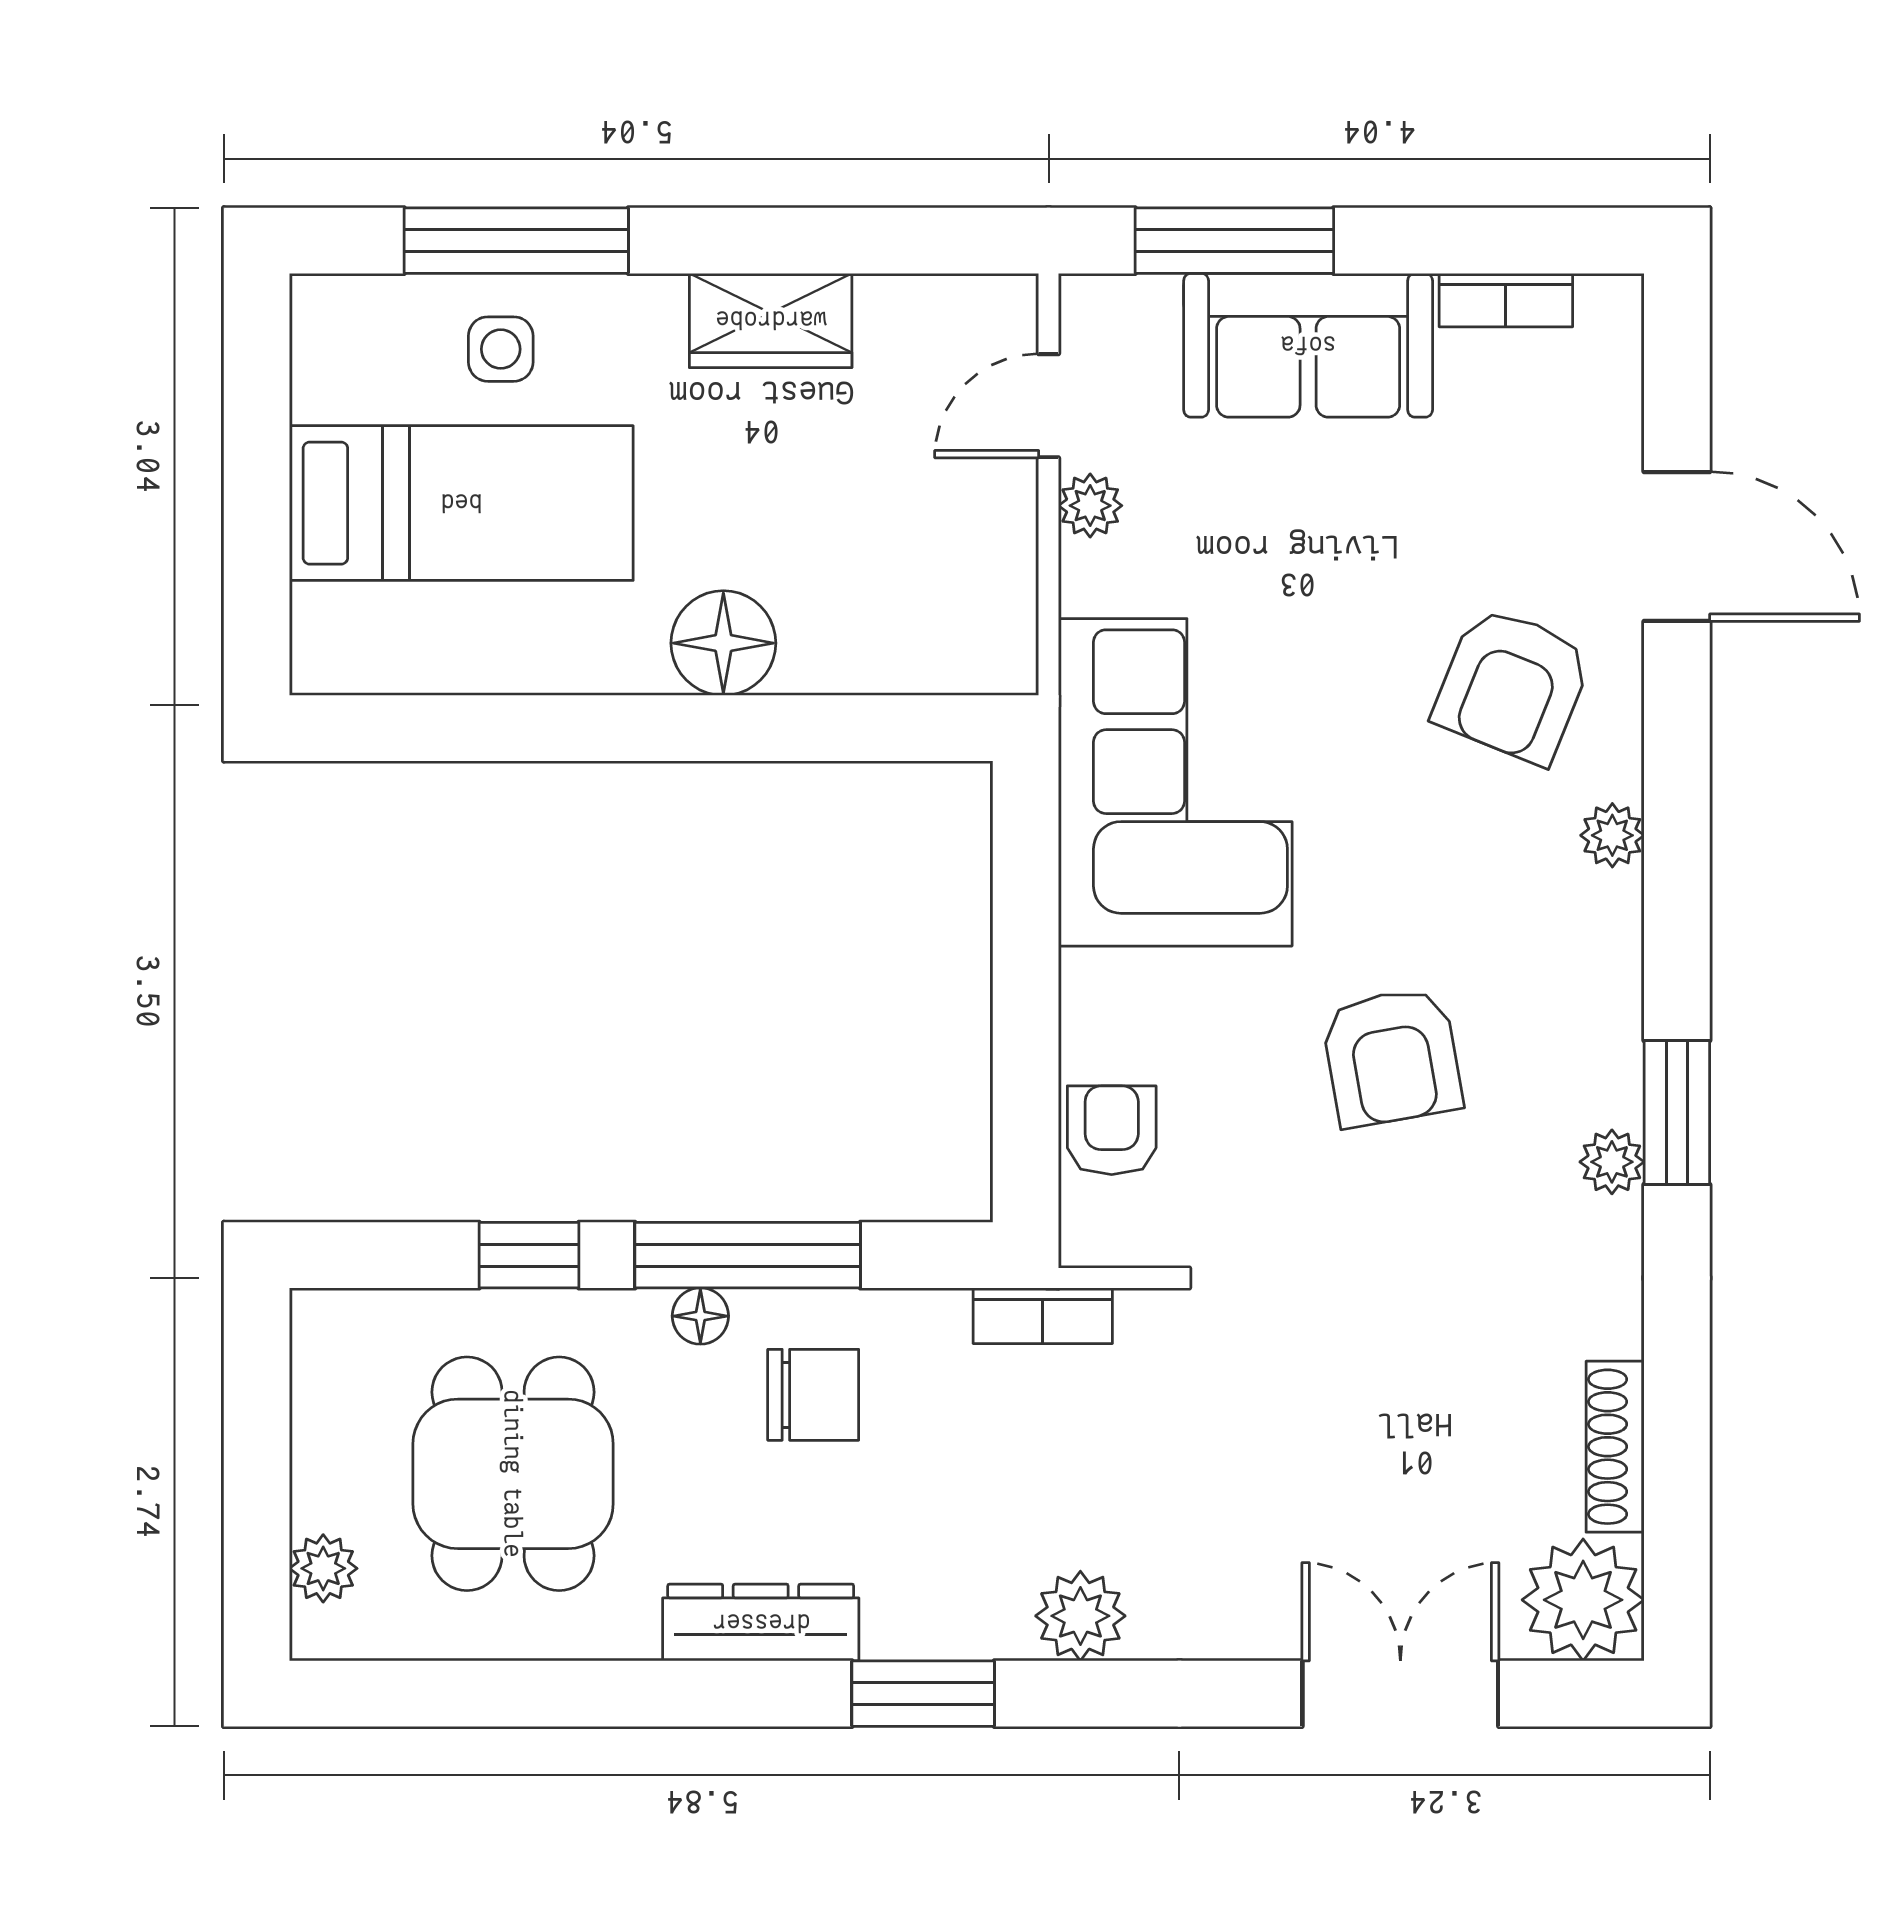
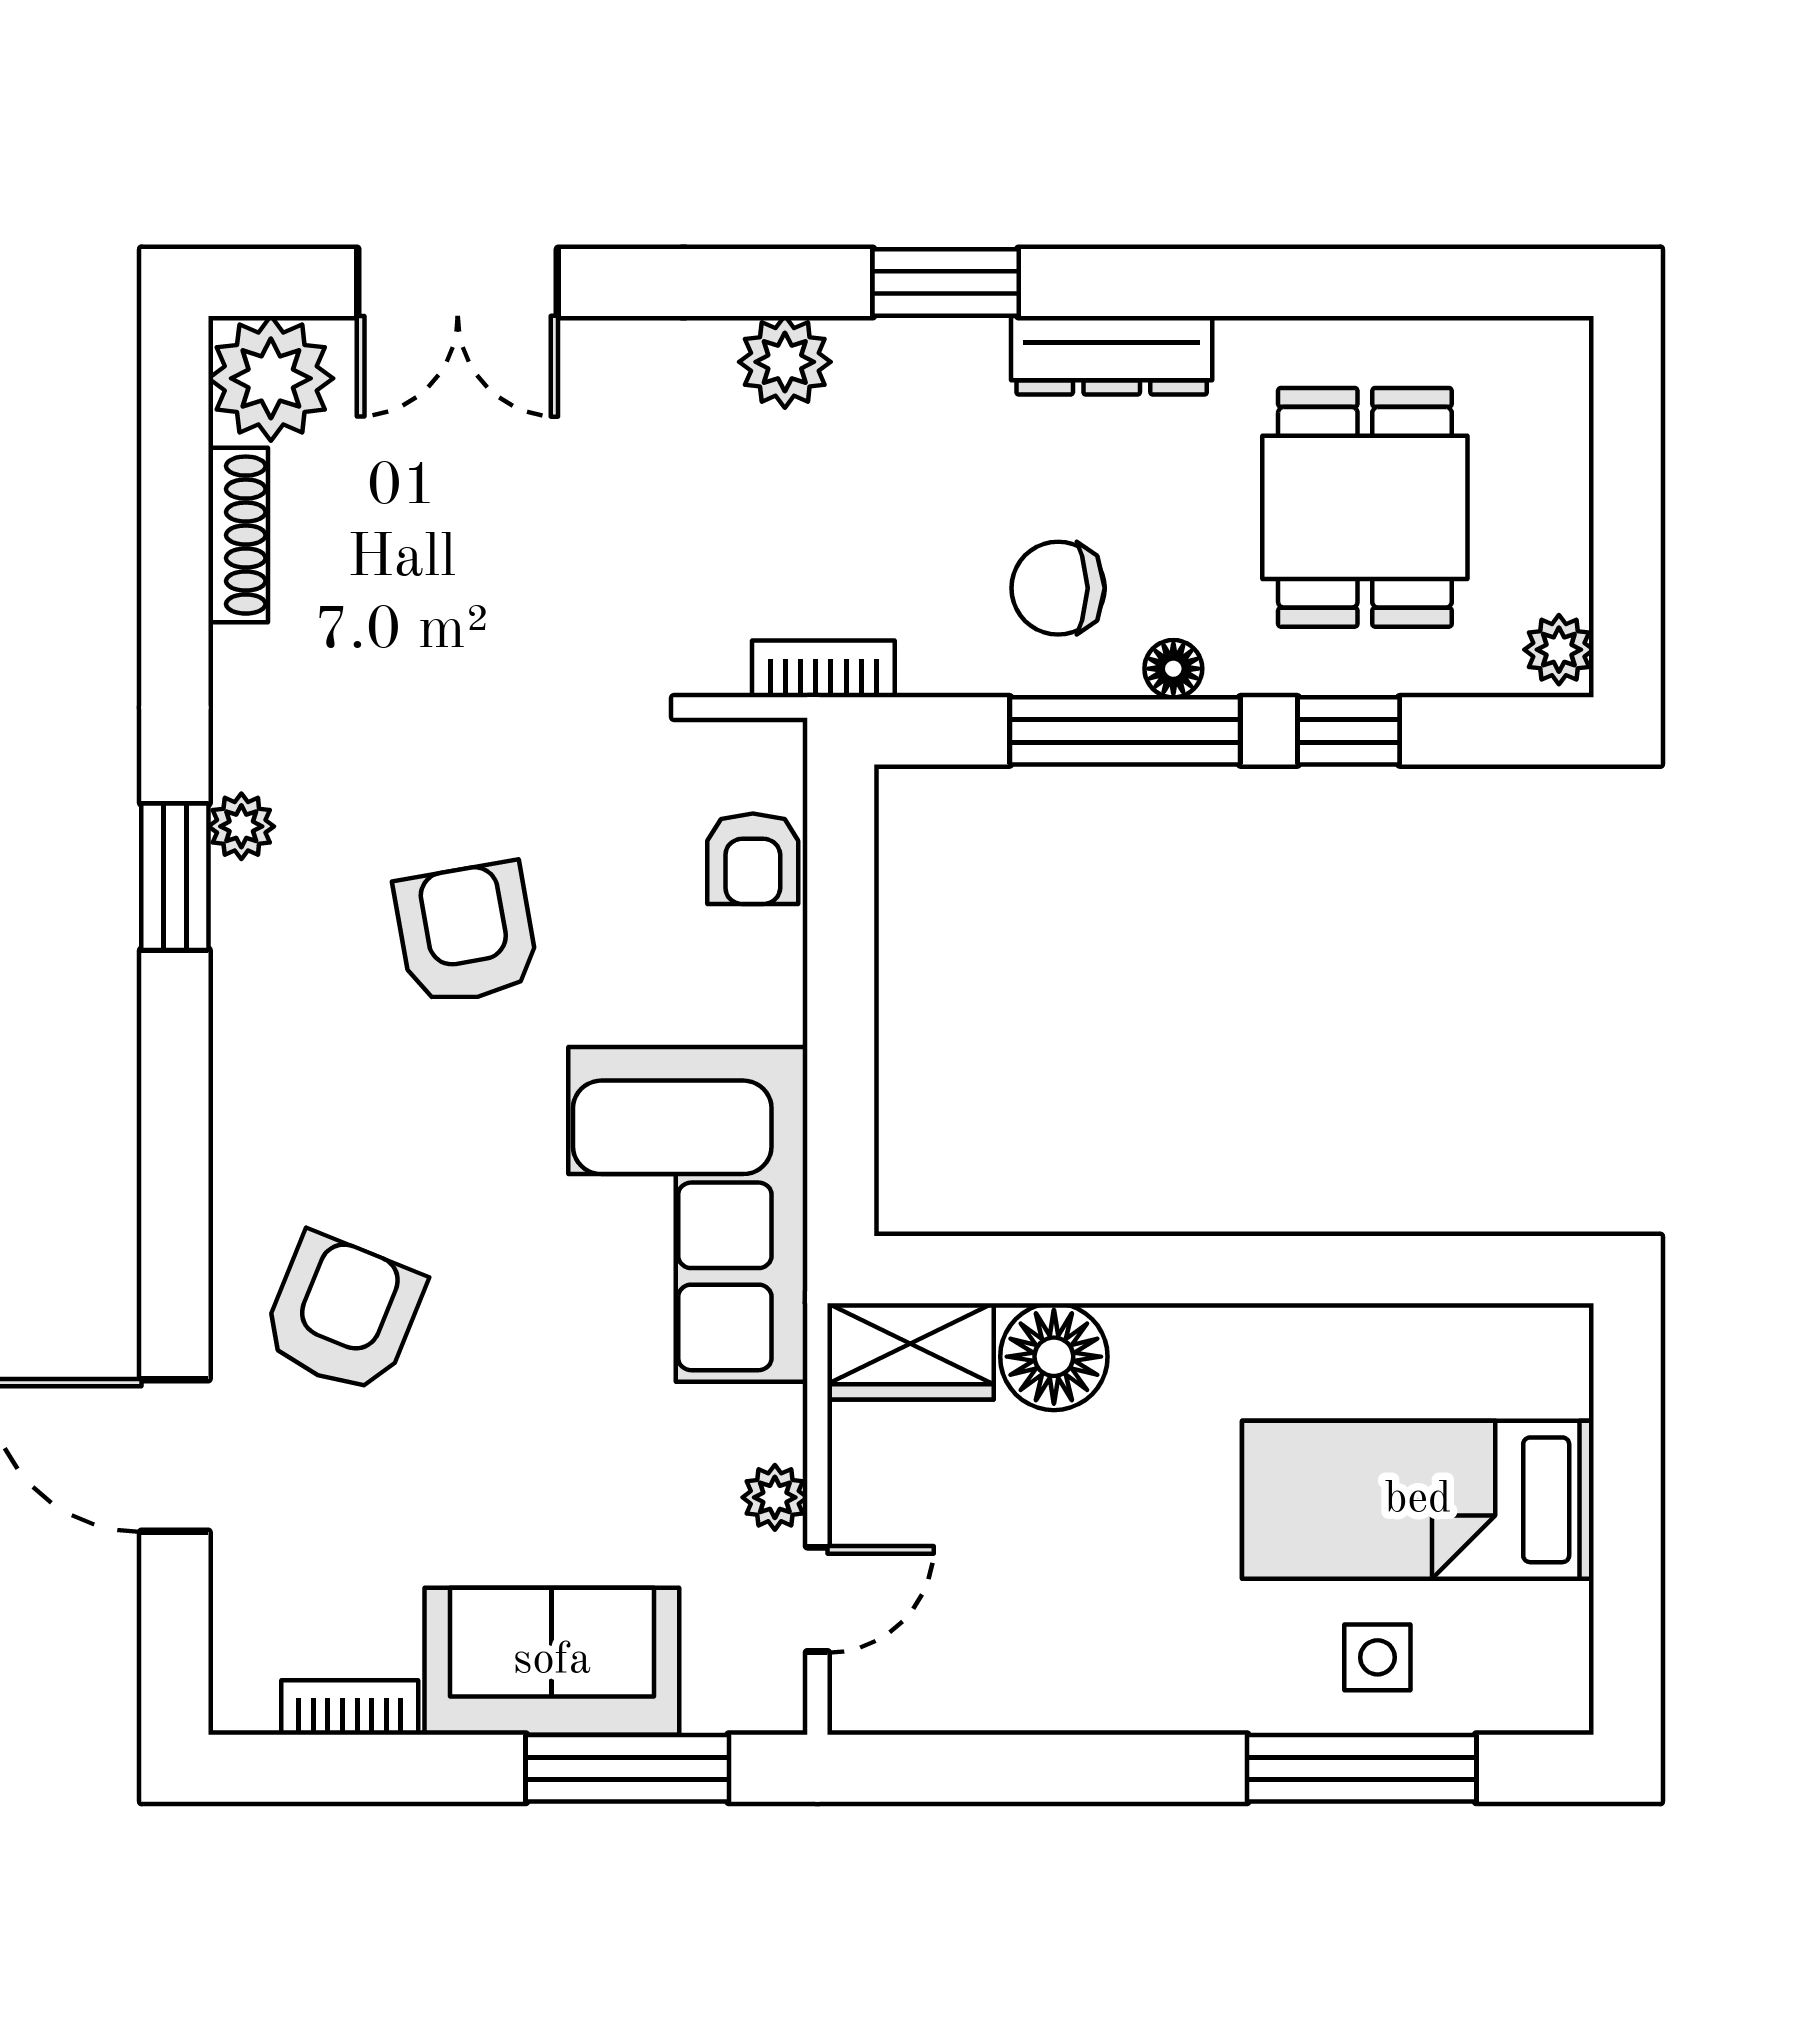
wardrobe: (771, 320) -> (910, 1351), moved, turned 180
floor lamp: (723, 643) -> (1054, 1357), moved
plant: (1612, 835) -> (241, 1160), removed
plant: (323, 1568) -> (1559, 650), moved

